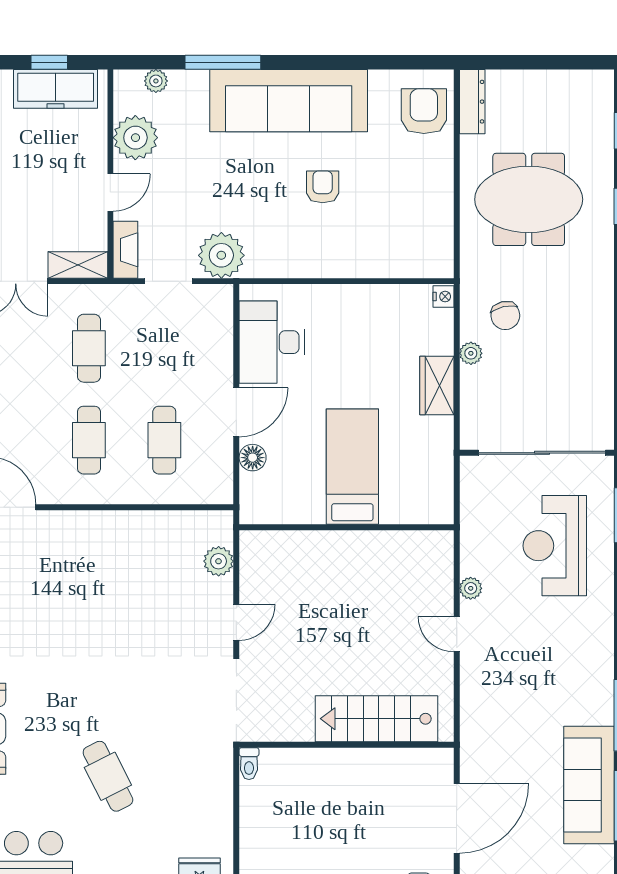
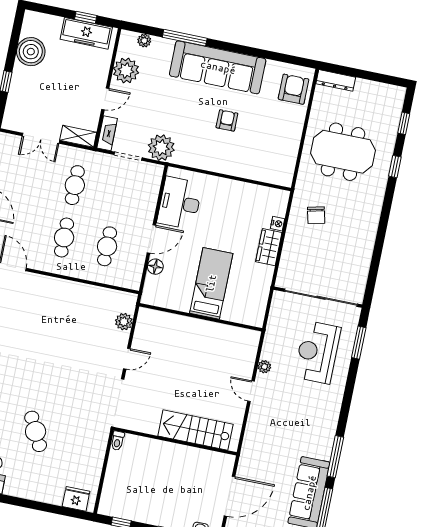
dresser: (472, 102) -> (336, 80), moved, turned 90
nightstand: (443, 297) -> (278, 224), moved
plant: (471, 353) -> (292, 233), removed

